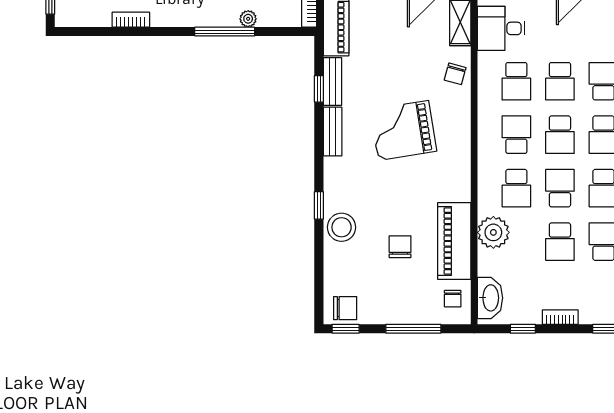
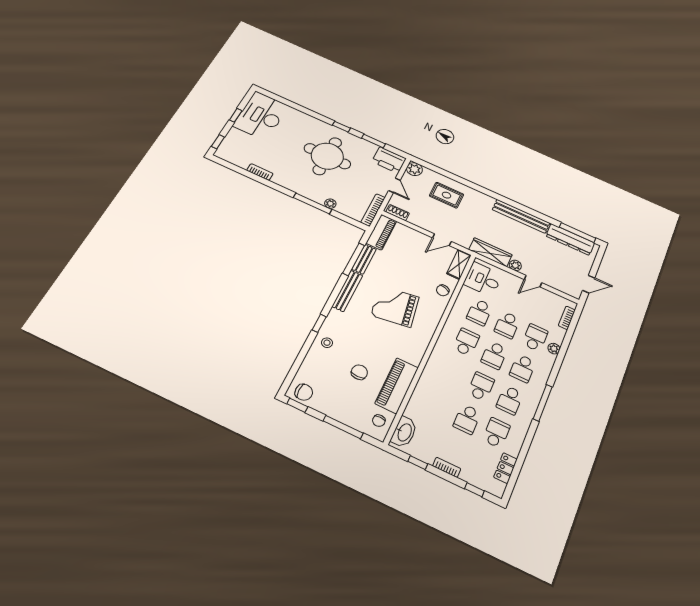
window: (319, 89) -> (354, 259), width x2.17
bench: (333, 131) -> (347, 291), width x1.36
school desk: (516, 188) -> (452, 373), removed
stool: (342, 227) -> (327, 343), width x0.53, depth x0.53
plant: (493, 232) -> (425, 393), removed

